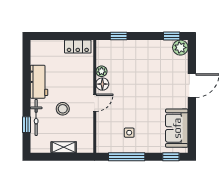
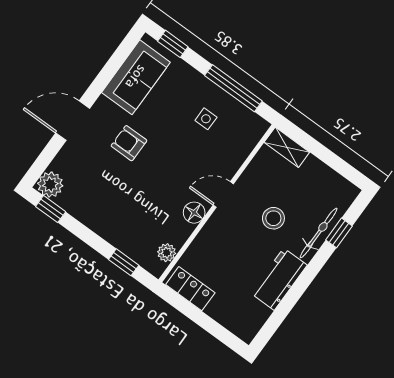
plant: (102, 71) -> (167, 253), moved
armchair: (157, 94) -> (129, 143), added
shelving: (64, 147) -> (287, 147), moved

